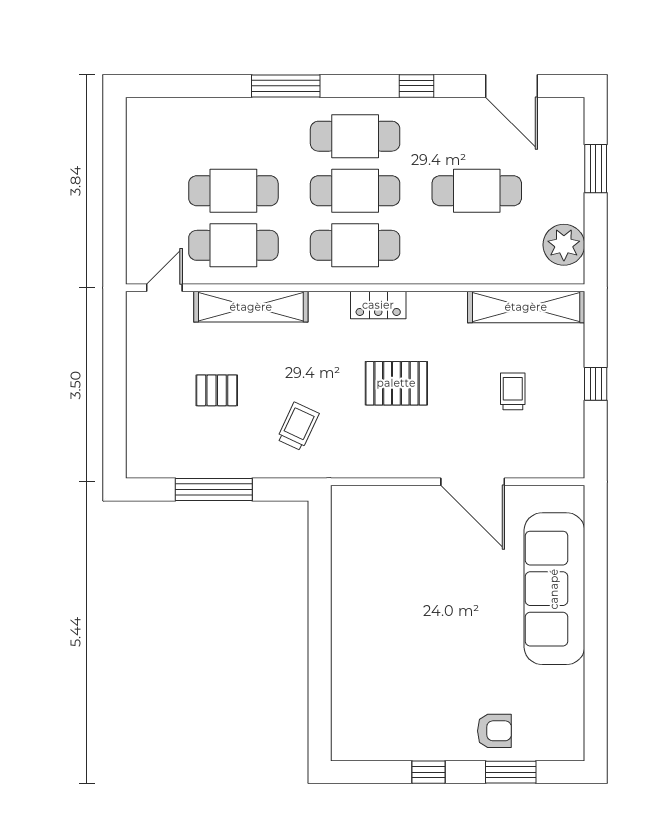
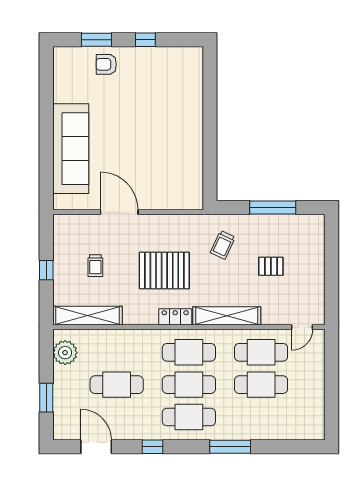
shelving: (251, 307) -> (227, 316), moved
pallet: (396, 383) -> (164, 270), width x1.37, depth x1.41

